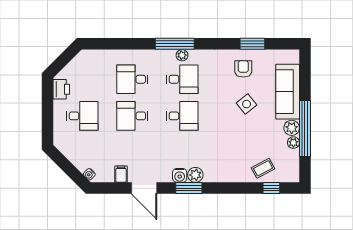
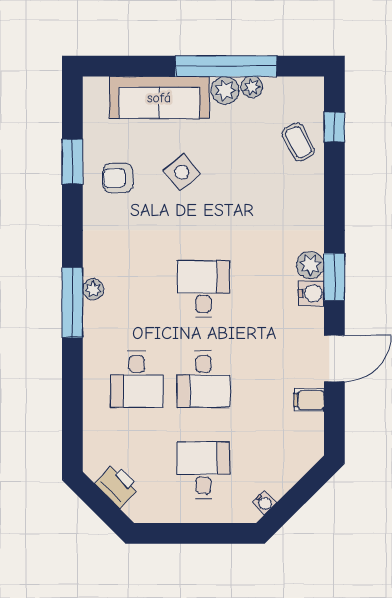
desk: (182, 79) -> (137, 289), removed
printer: (61, 89) -> (117, 485), moved, turned 45
water cooler: (89, 174) -> (264, 503), moved

